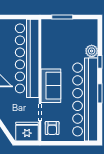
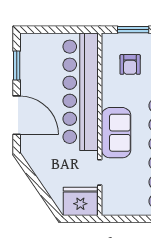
armchair: (52, 128) -> (130, 64), moved

